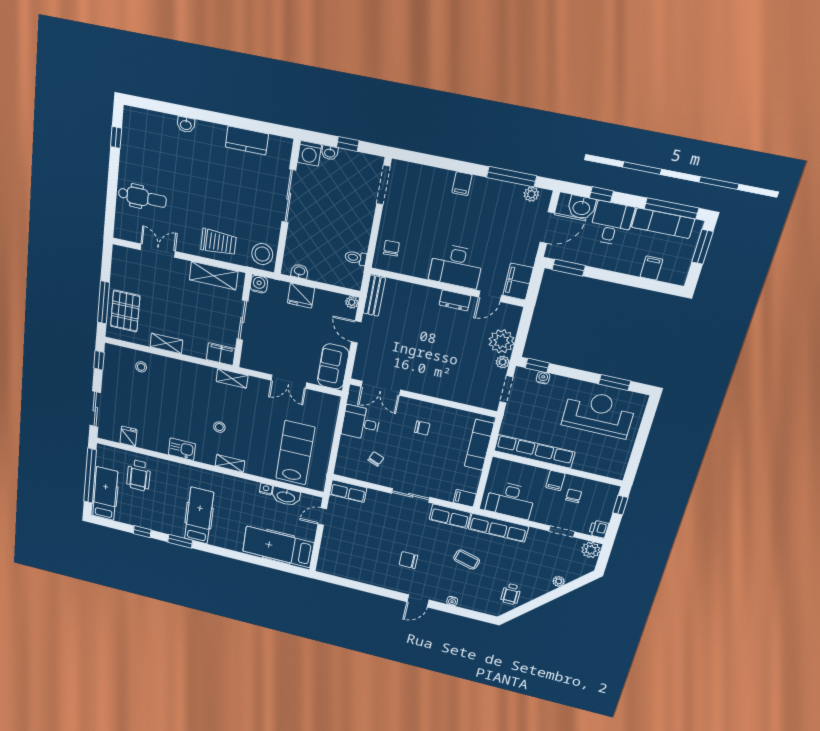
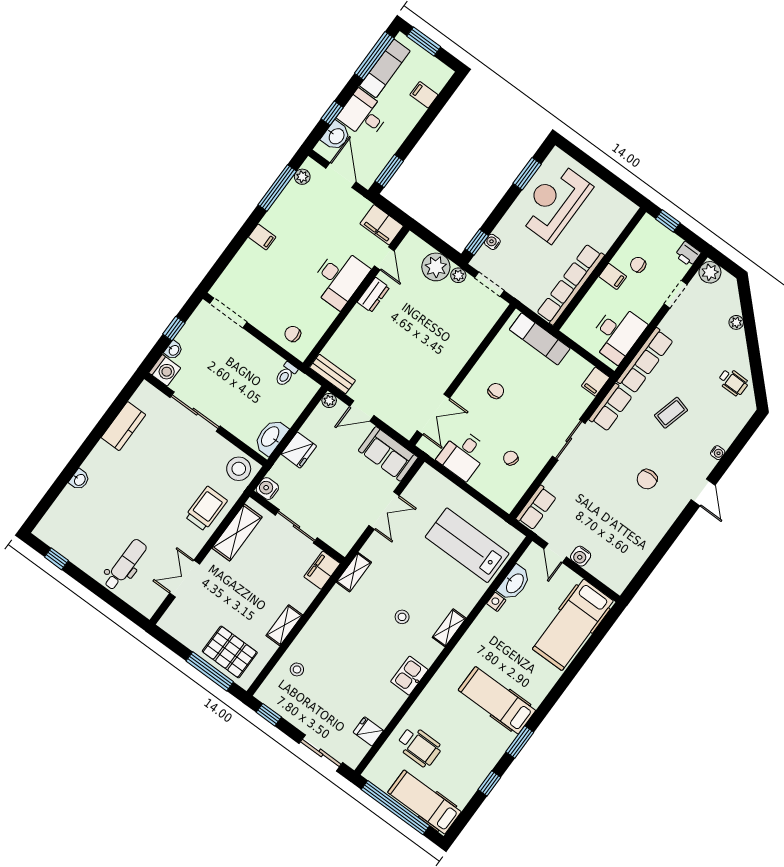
washbasin: (299, 271) -> (271, 437), width x1.91, depth x1.45
water cooler: (329, 535) -> (581, 556), added

